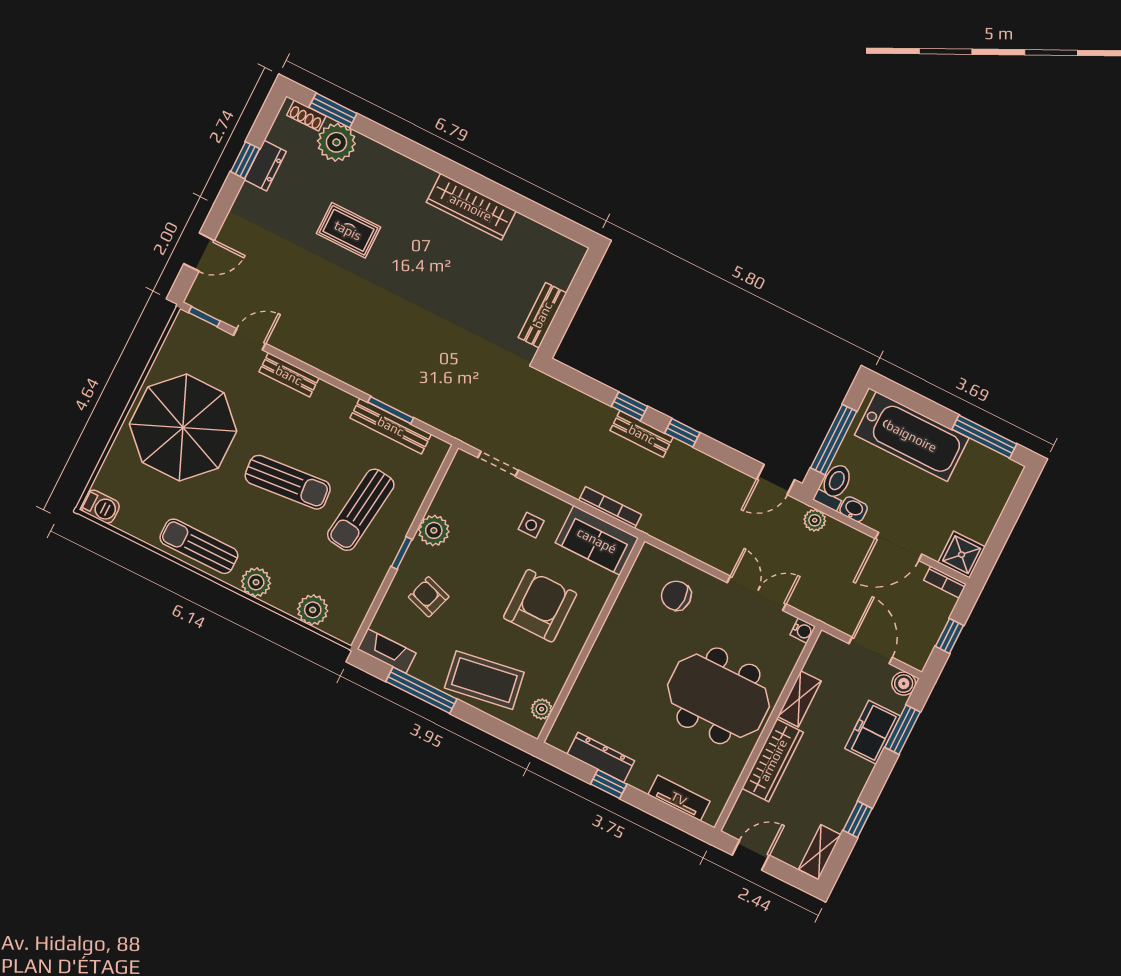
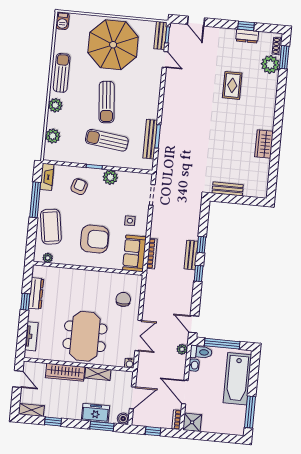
wardrobe: (471, 207) -> (264, 144), width x0.67
bench: (289, 375) -> (160, 35), moved

